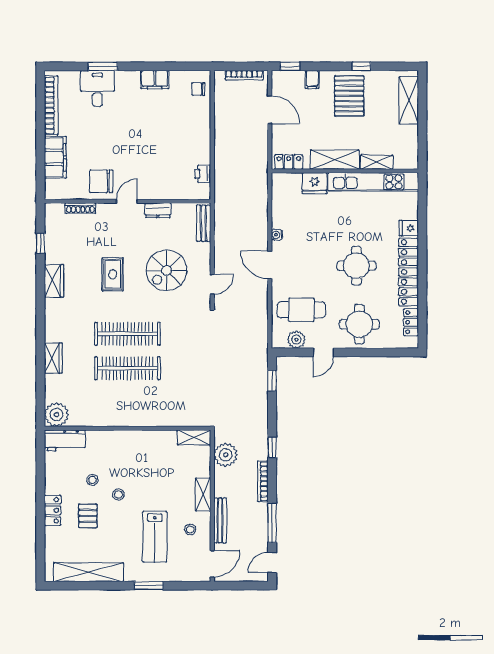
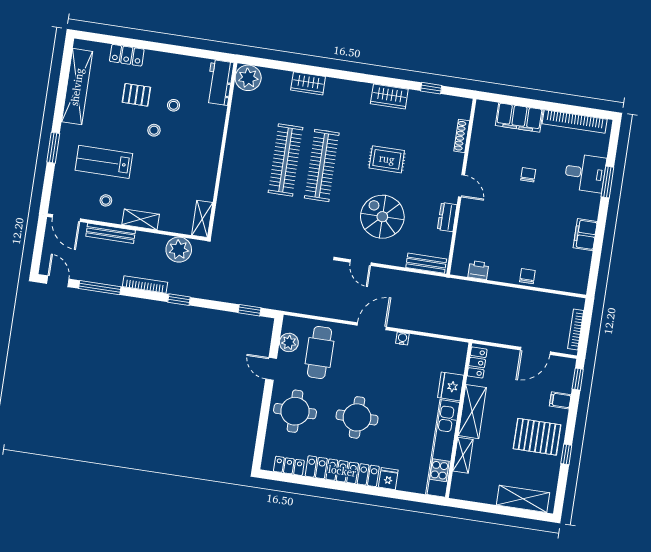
chair: (198, 89) -> (527, 276), moved
chair: (101, 181) -> (528, 175), moved, width x0.54, depth x0.54
locker: (53, 510) -> (127, 55), moved

